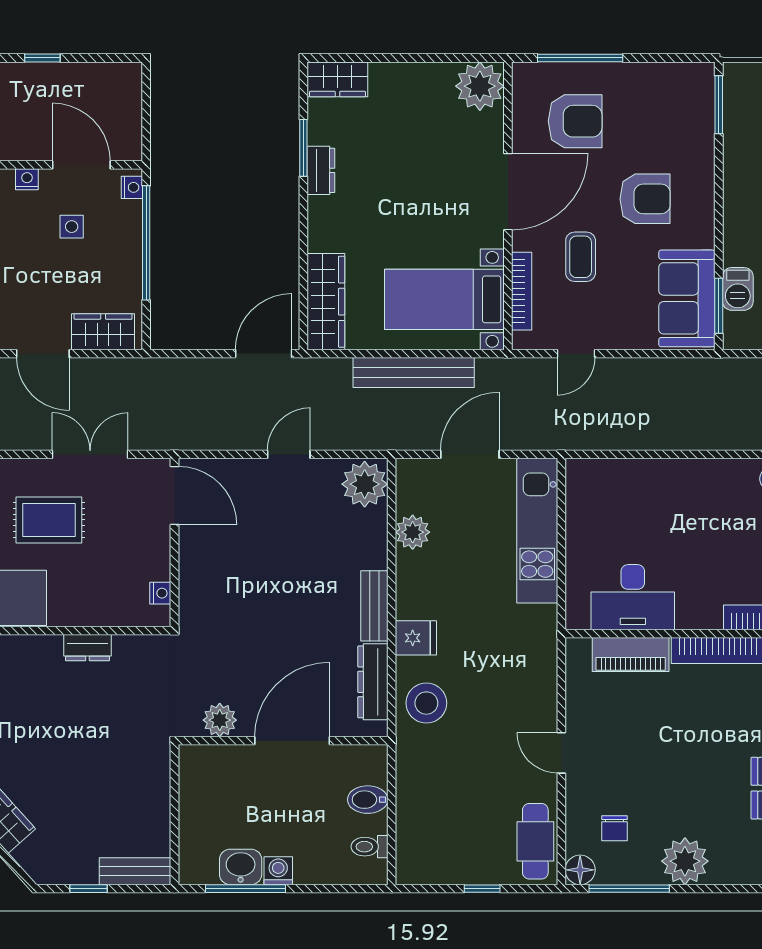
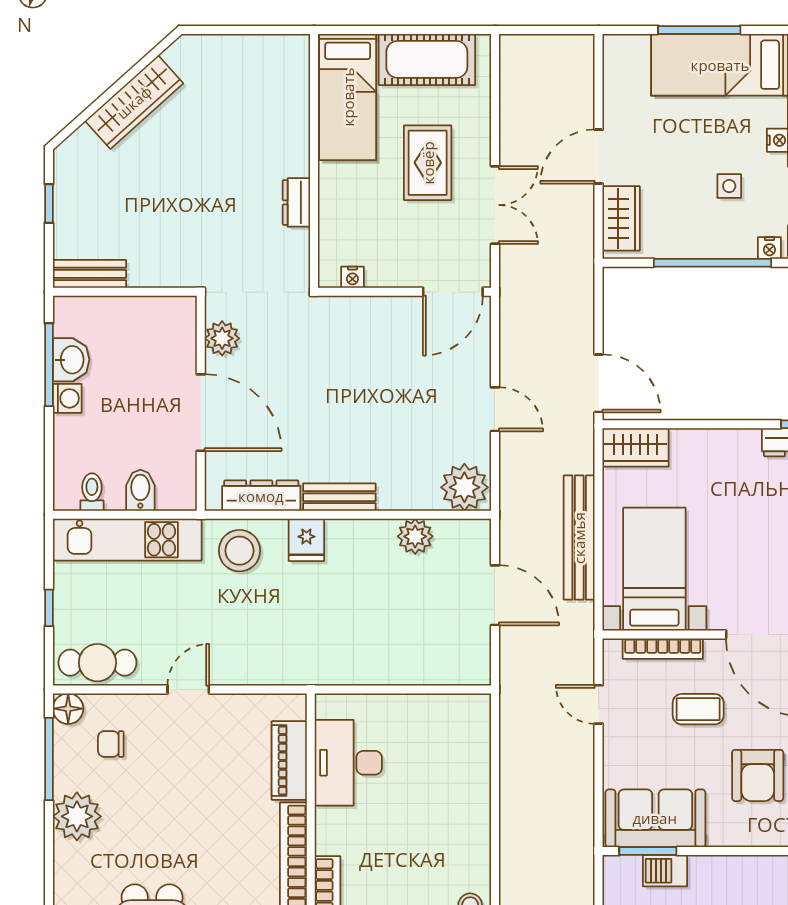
wardrobe: (326, 302) -> (635, 447), width x0.67
kitchen unit: (537, 531) -> (127, 540), moved, turned 180
bench: (135, 871) -> (89, 274), moved, turned 90

